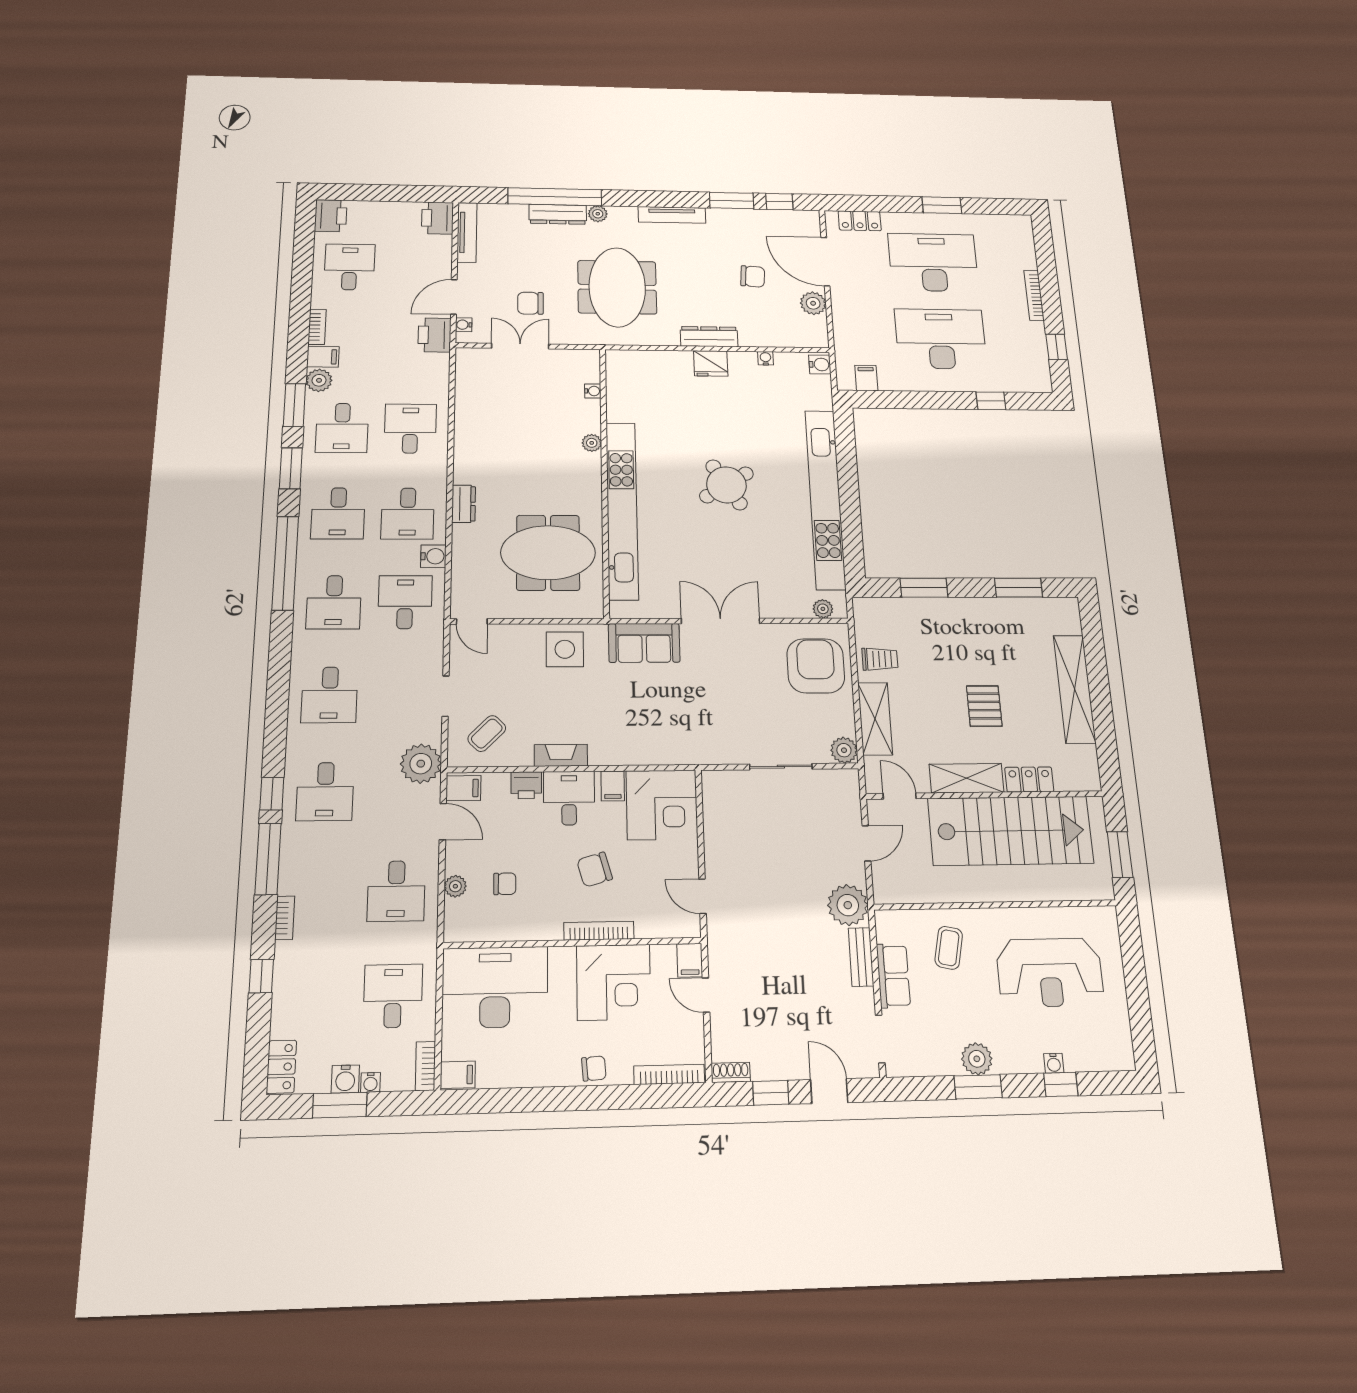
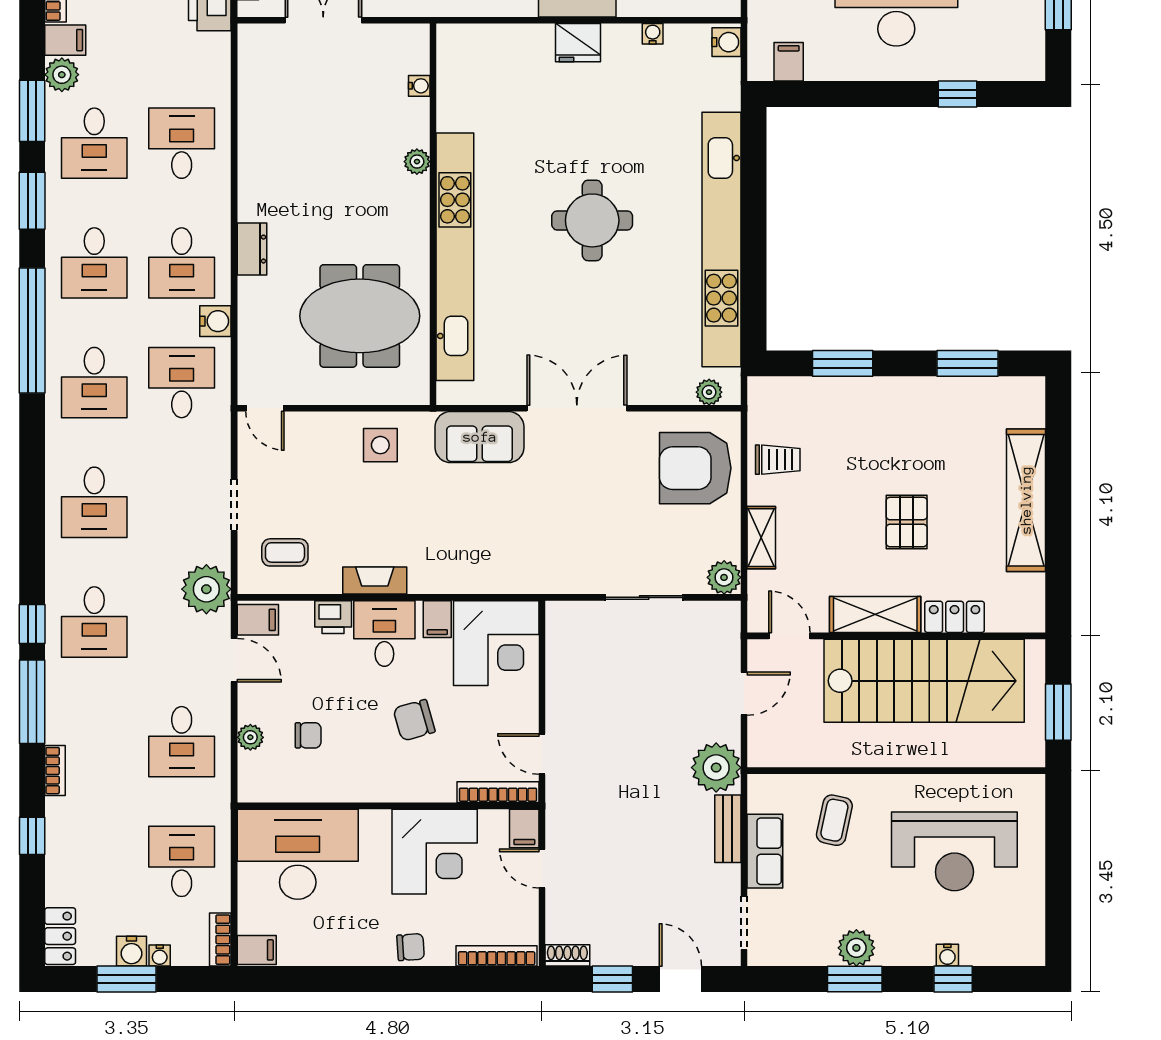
round table: (726, 485) -> (592, 220), turned 32
side table: (565, 649) -> (380, 445), width x0.73, depth x0.73
armchair: (816, 666) -> (695, 468), turned -90
shelving: (875, 719) -> (761, 538), width x0.67, depth x0.75
coffee table: (487, 733) -> (285, 552), turned 45
bookcase: (599, 931) -> (498, 792), moved

